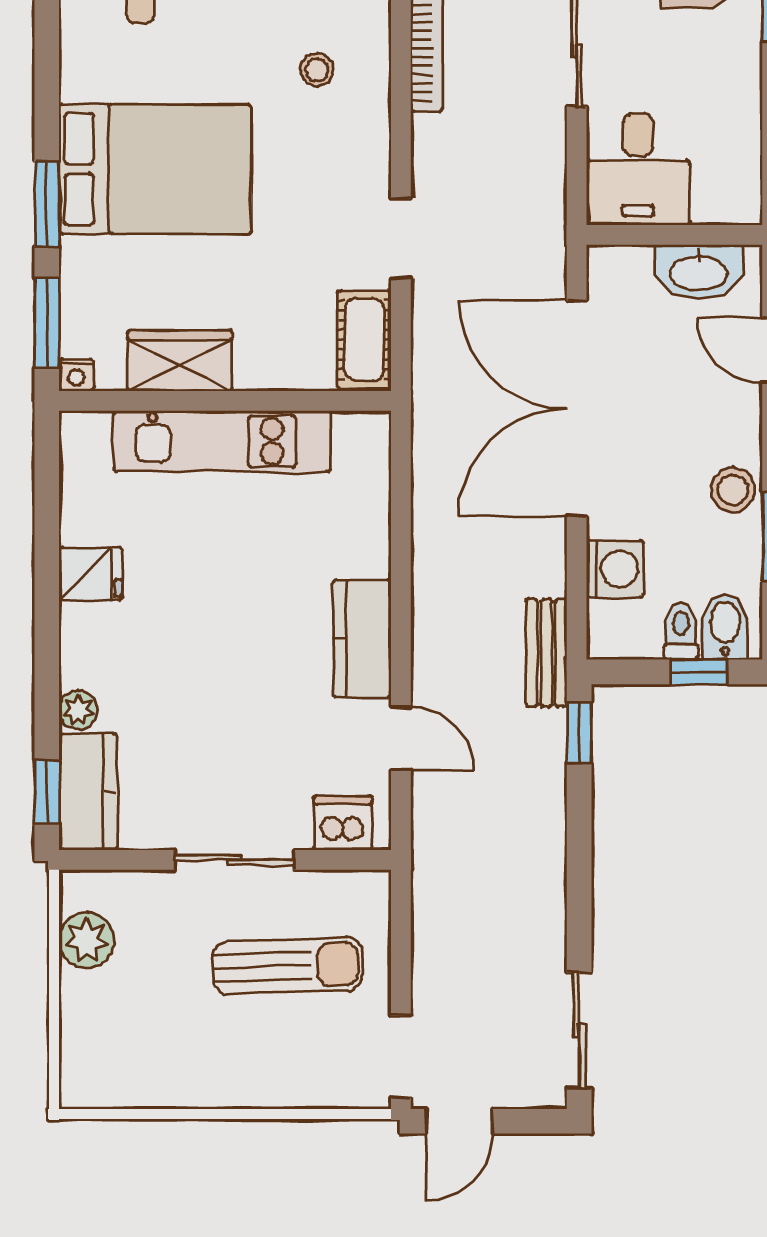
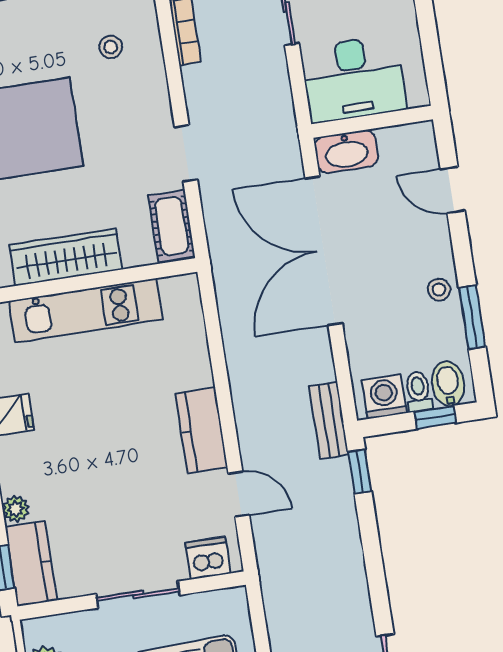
desk: (638, 169) -> (354, 79), width x1.37
washbasin: (699, 272) -> (346, 152), moved
wardrobe: (179, 361) -> (66, 257), width x1.50
stool: (733, 490) -> (439, 290), width x0.73, depth x0.73
washing machine: (615, 569) -> (384, 397), moved, turned -90

